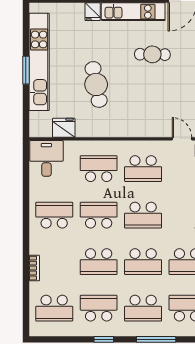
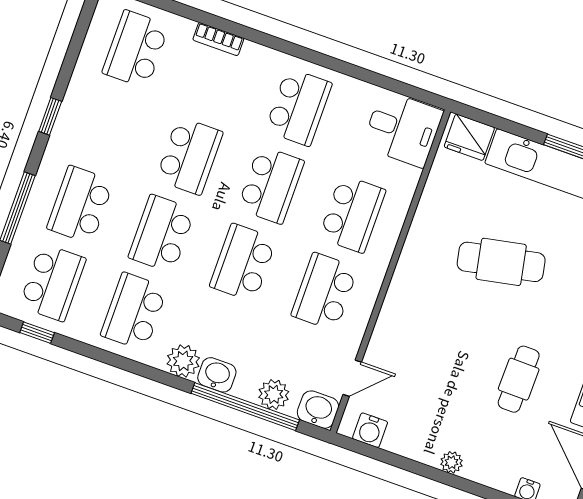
fridge: (64, 128) -> (469, 137), moved, turned 90
school desk: (99, 262) -> (189, 156), turned 180
school desk: (99, 308) -> (108, 127), removed

